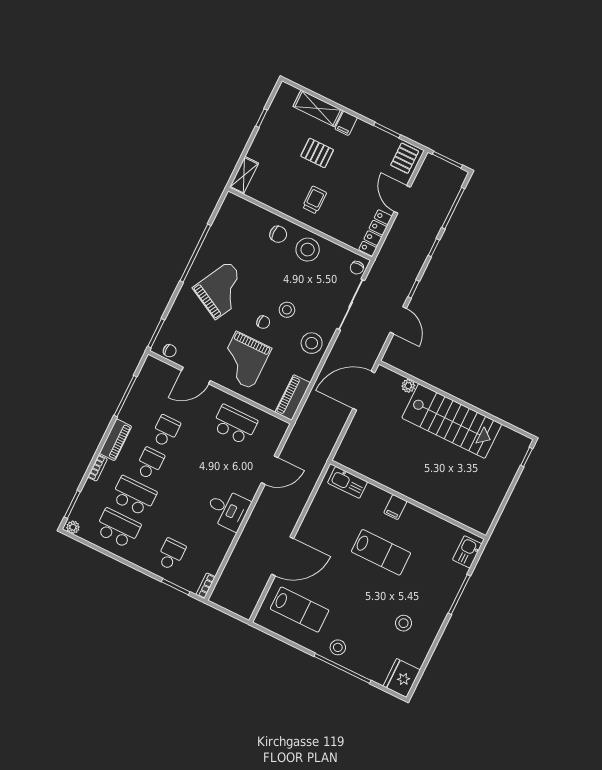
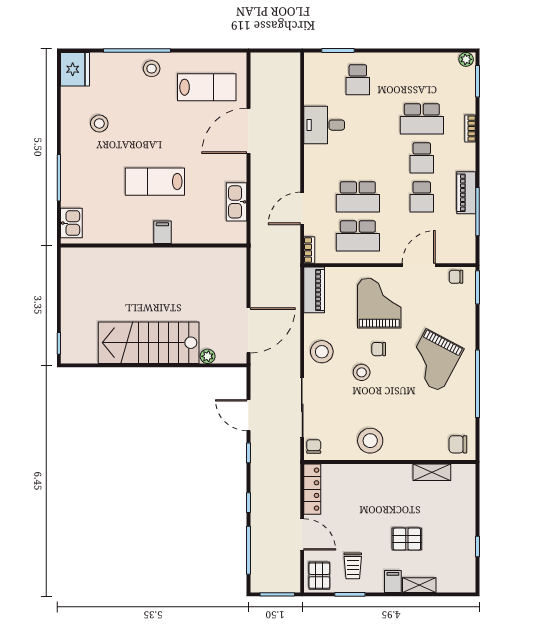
shelving: (318, 108) -> (419, 585), width x0.67, depth x0.75
shelving: (244, 175) -> (432, 472), moved, turned 90
trolley: (314, 200) -> (353, 566), moved
chair: (278, 234) -> (458, 444), moved
piano: (115, 440) -> (466, 193), moved
kitchen sink: (347, 482) -> (236, 202), moved, turned -90
desk: (228, 509) -> (324, 125), moved
school desk: (118, 528) -> (358, 197), moved
bookcase: (206, 586) -> (309, 250), moved
lab bench: (300, 610) -> (207, 87), turned 180

